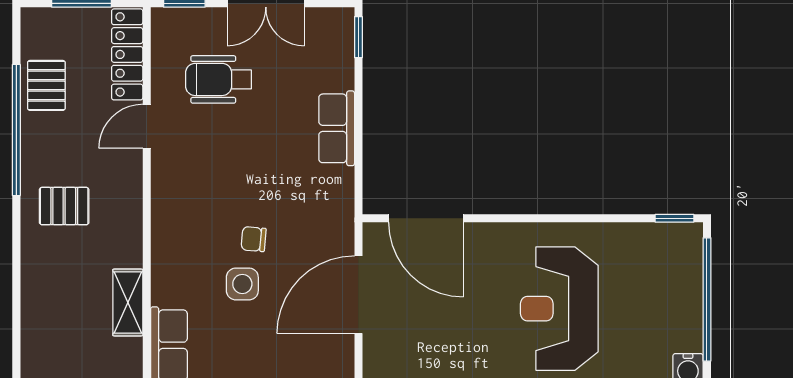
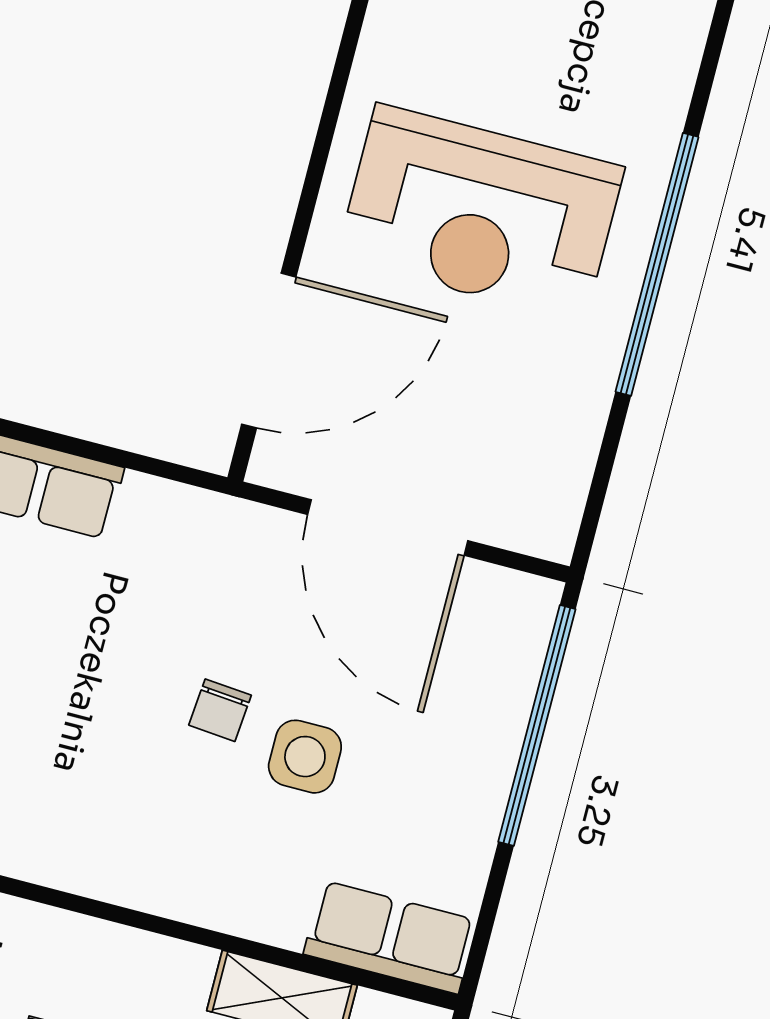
reception desk: (559, 309) -> (480, 213), moved

